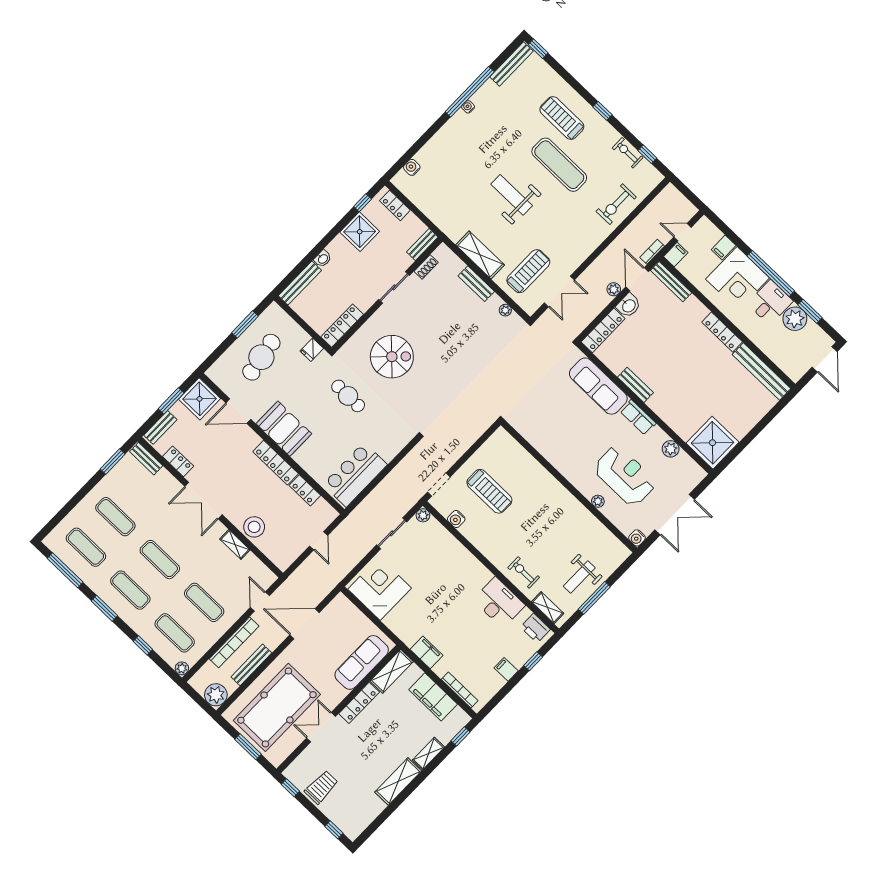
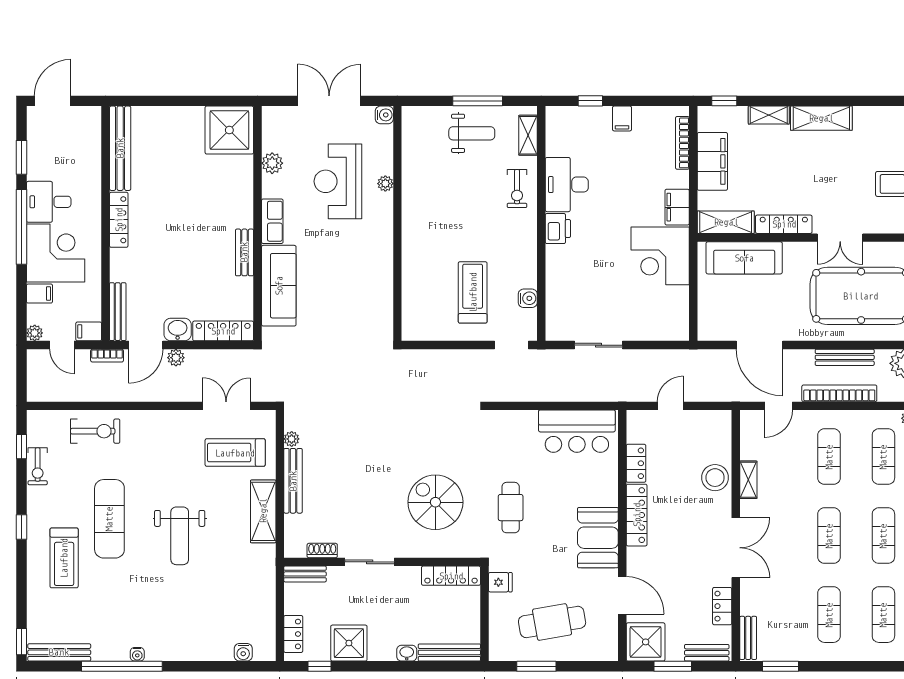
bench: (476, 284) -> (293, 481), width x1.36
plant: (795, 319) -> (35, 333), moved, width x0.53, depth x0.53
plant: (423, 515) -> (554, 332), removed
corner desk: (380, 589) -> (660, 256), moved
printer: (535, 628) -> (558, 229), moved

